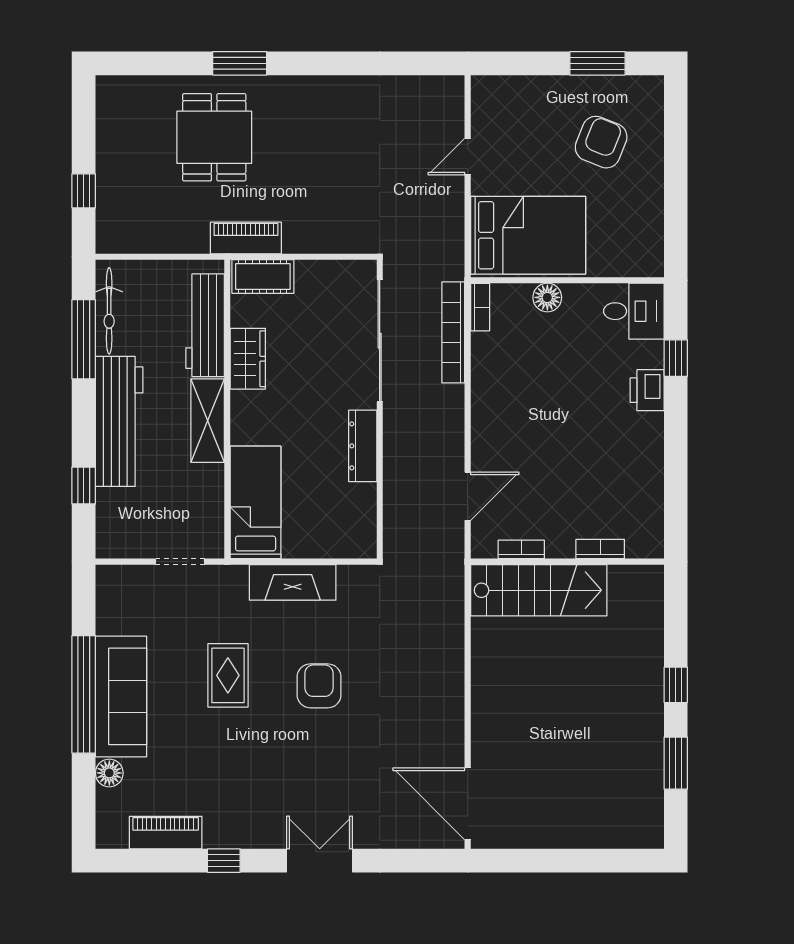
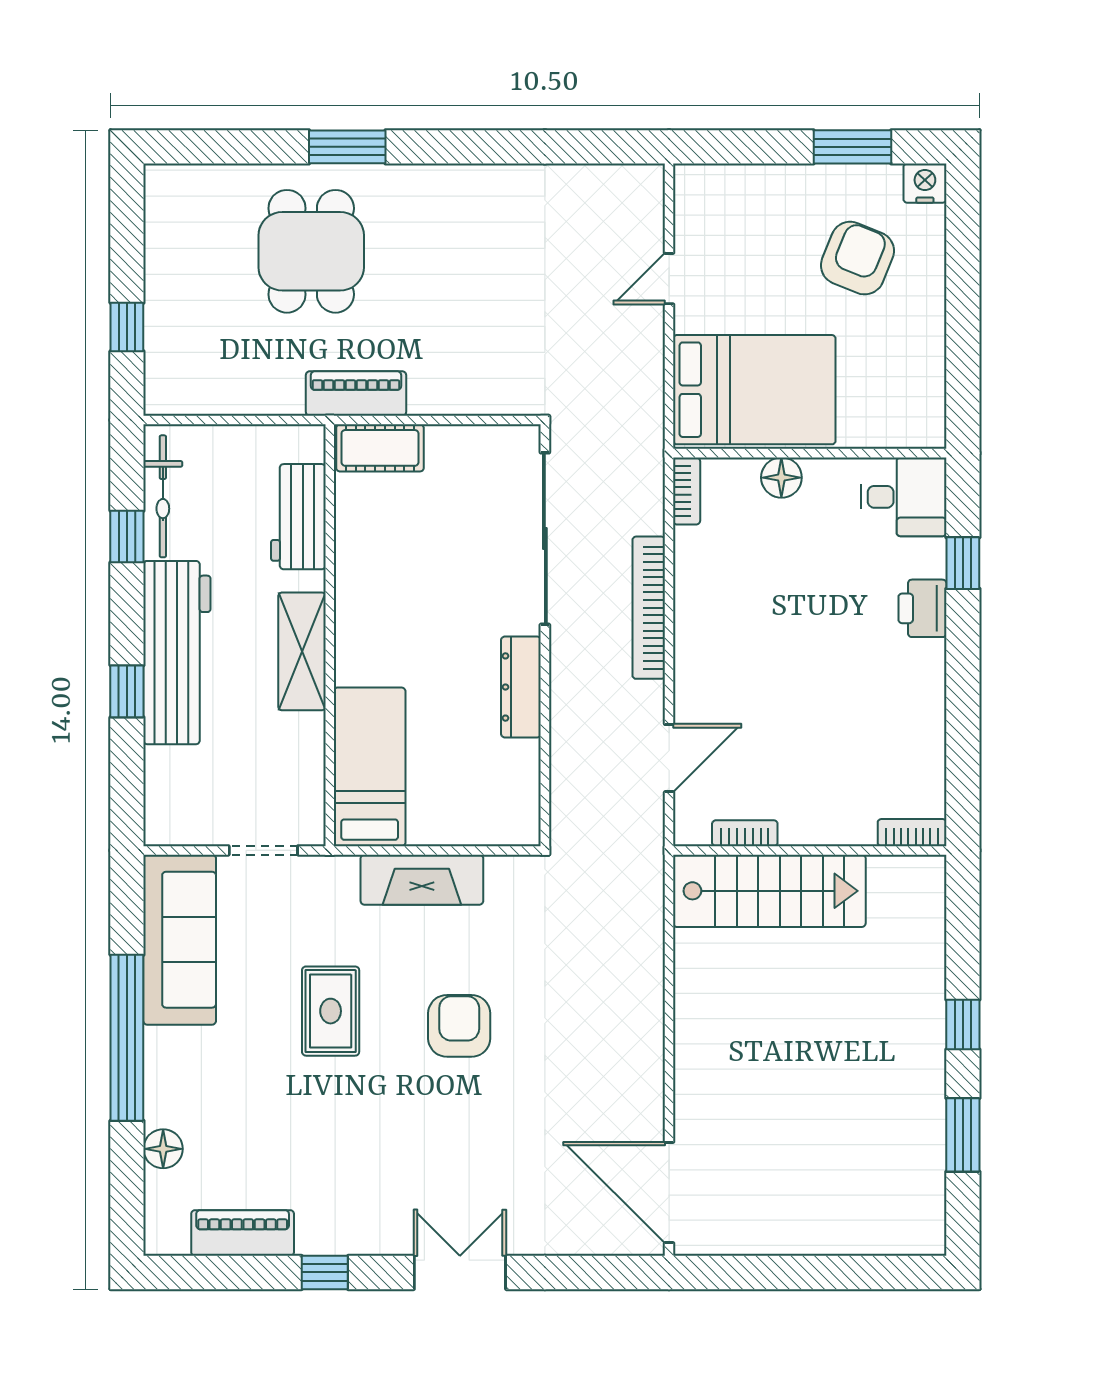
nightstand: (649, 89) -> (925, 183), added
workbench: (205, 325) -> (298, 517), width x0.73
bookcase: (453, 332) -> (649, 608), moved
window: (84, 339) -> (127, 537), width x0.46
wardrobe: (248, 359) -> (359, 564), removed
window: (84, 486) -> (127, 691), moved
bookcase: (600, 549) -> (912, 833), moved
sofa: (121, 696) -> (180, 940), moved

